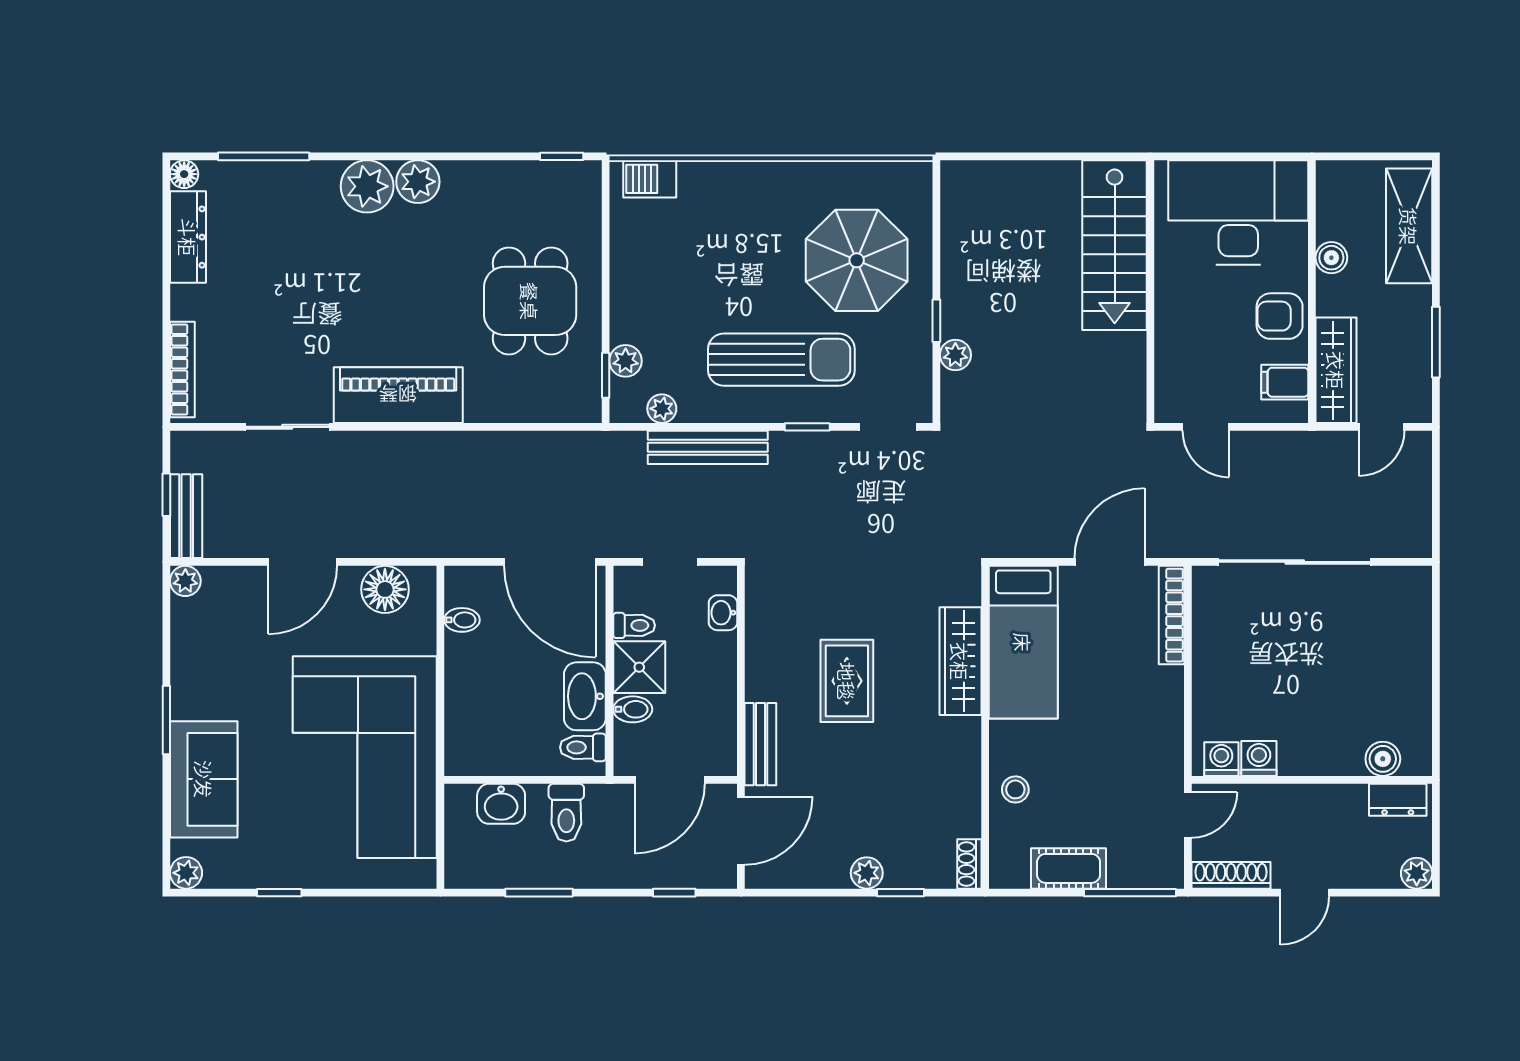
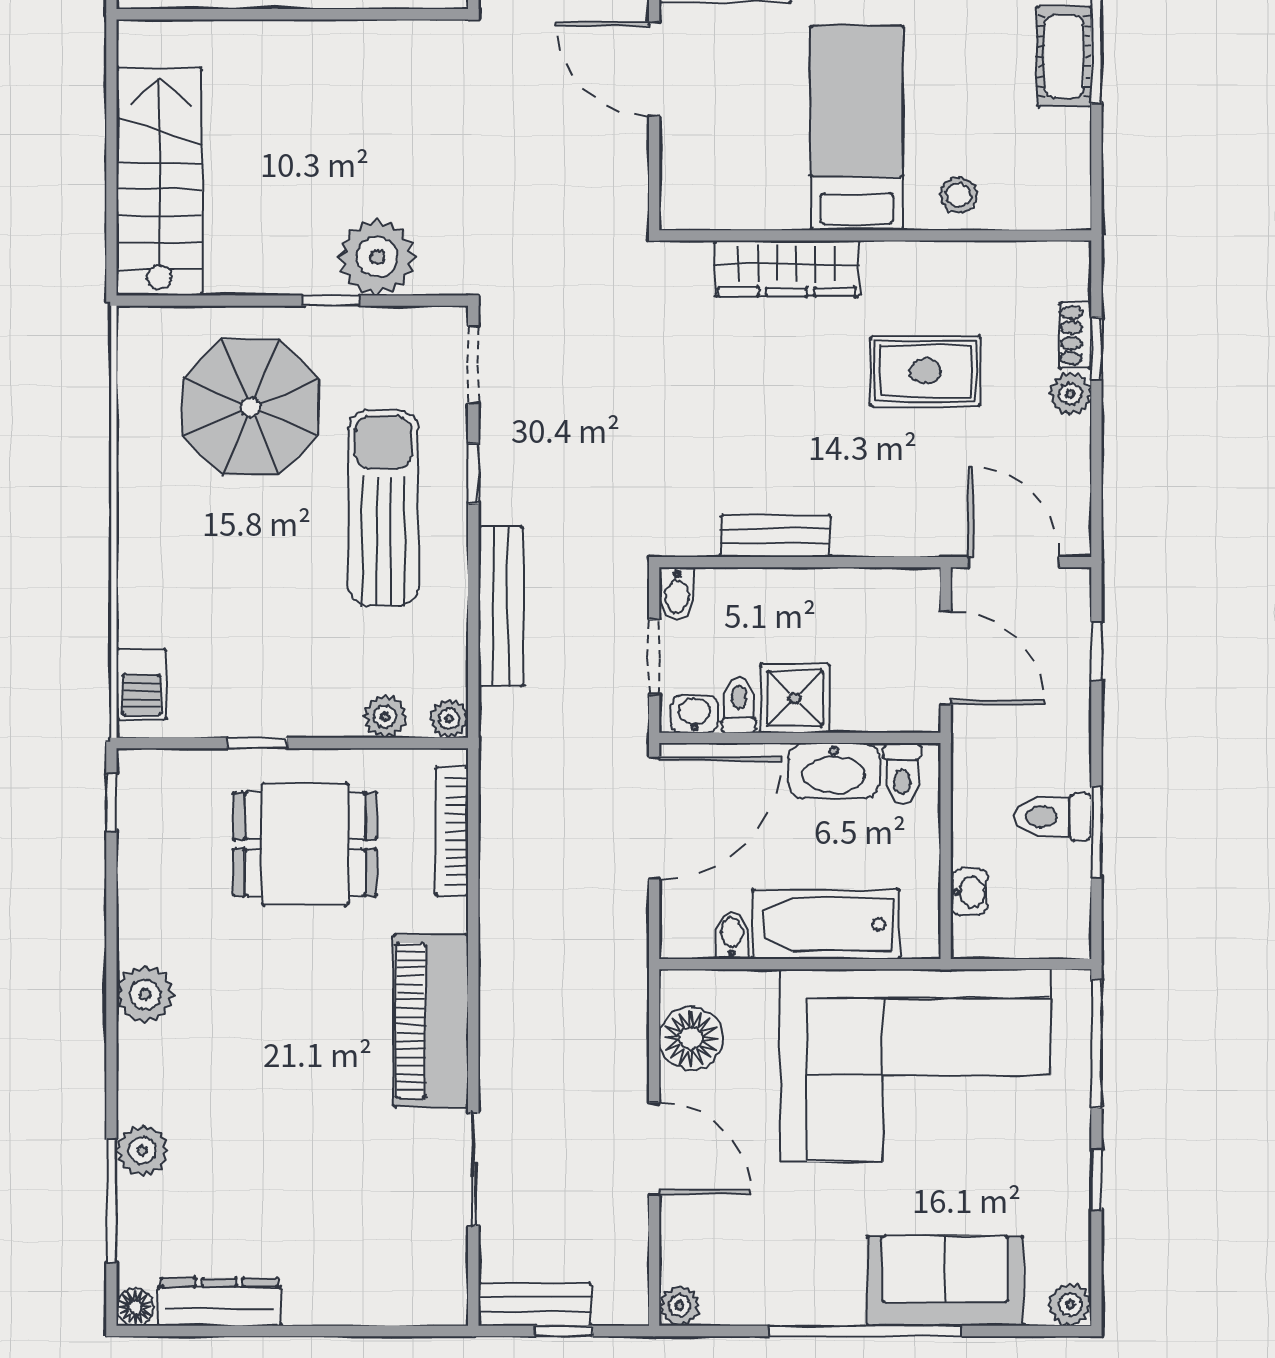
plant: (367, 186) -> (142, 1150), moved, width x0.73, depth x0.73
stairs: (1115, 245) -> (159, 182), moved, turned -90
plant: (955, 355) -> (377, 257), width x1.87, depth x1.87
bookcase: (182, 369) -> (452, 831), moved, turned -90
window: (606, 375) -> (257, 743), moved
plant: (662, 409) -> (449, 719), moved
bench: (186, 516) -> (535, 1304), moved
washbasin: (723, 613) -> (694, 714), moved, turned 180
bed: (1023, 642) -> (857, 128), moved, turned -90
rug: (847, 681) -> (925, 371), moved
bathtub: (470, 690) -> (826, 924), added
bidet: (633, 709) -> (677, 593), moved, turned 180
window: (166, 720) -> (866, 1331), width x2.11
bench: (760, 744) -> (775, 536), moved
washbasin: (501, 804) -> (969, 892), width x0.72, depth x0.69
toilet: (566, 813) -> (1053, 817), moved, turned 180
shoe rack: (969, 864) -> (1075, 335), moved, turned 90
cot: (1069, 868) -> (1064, 57), moved
window: (381, 893) -> (1096, 1044), added

